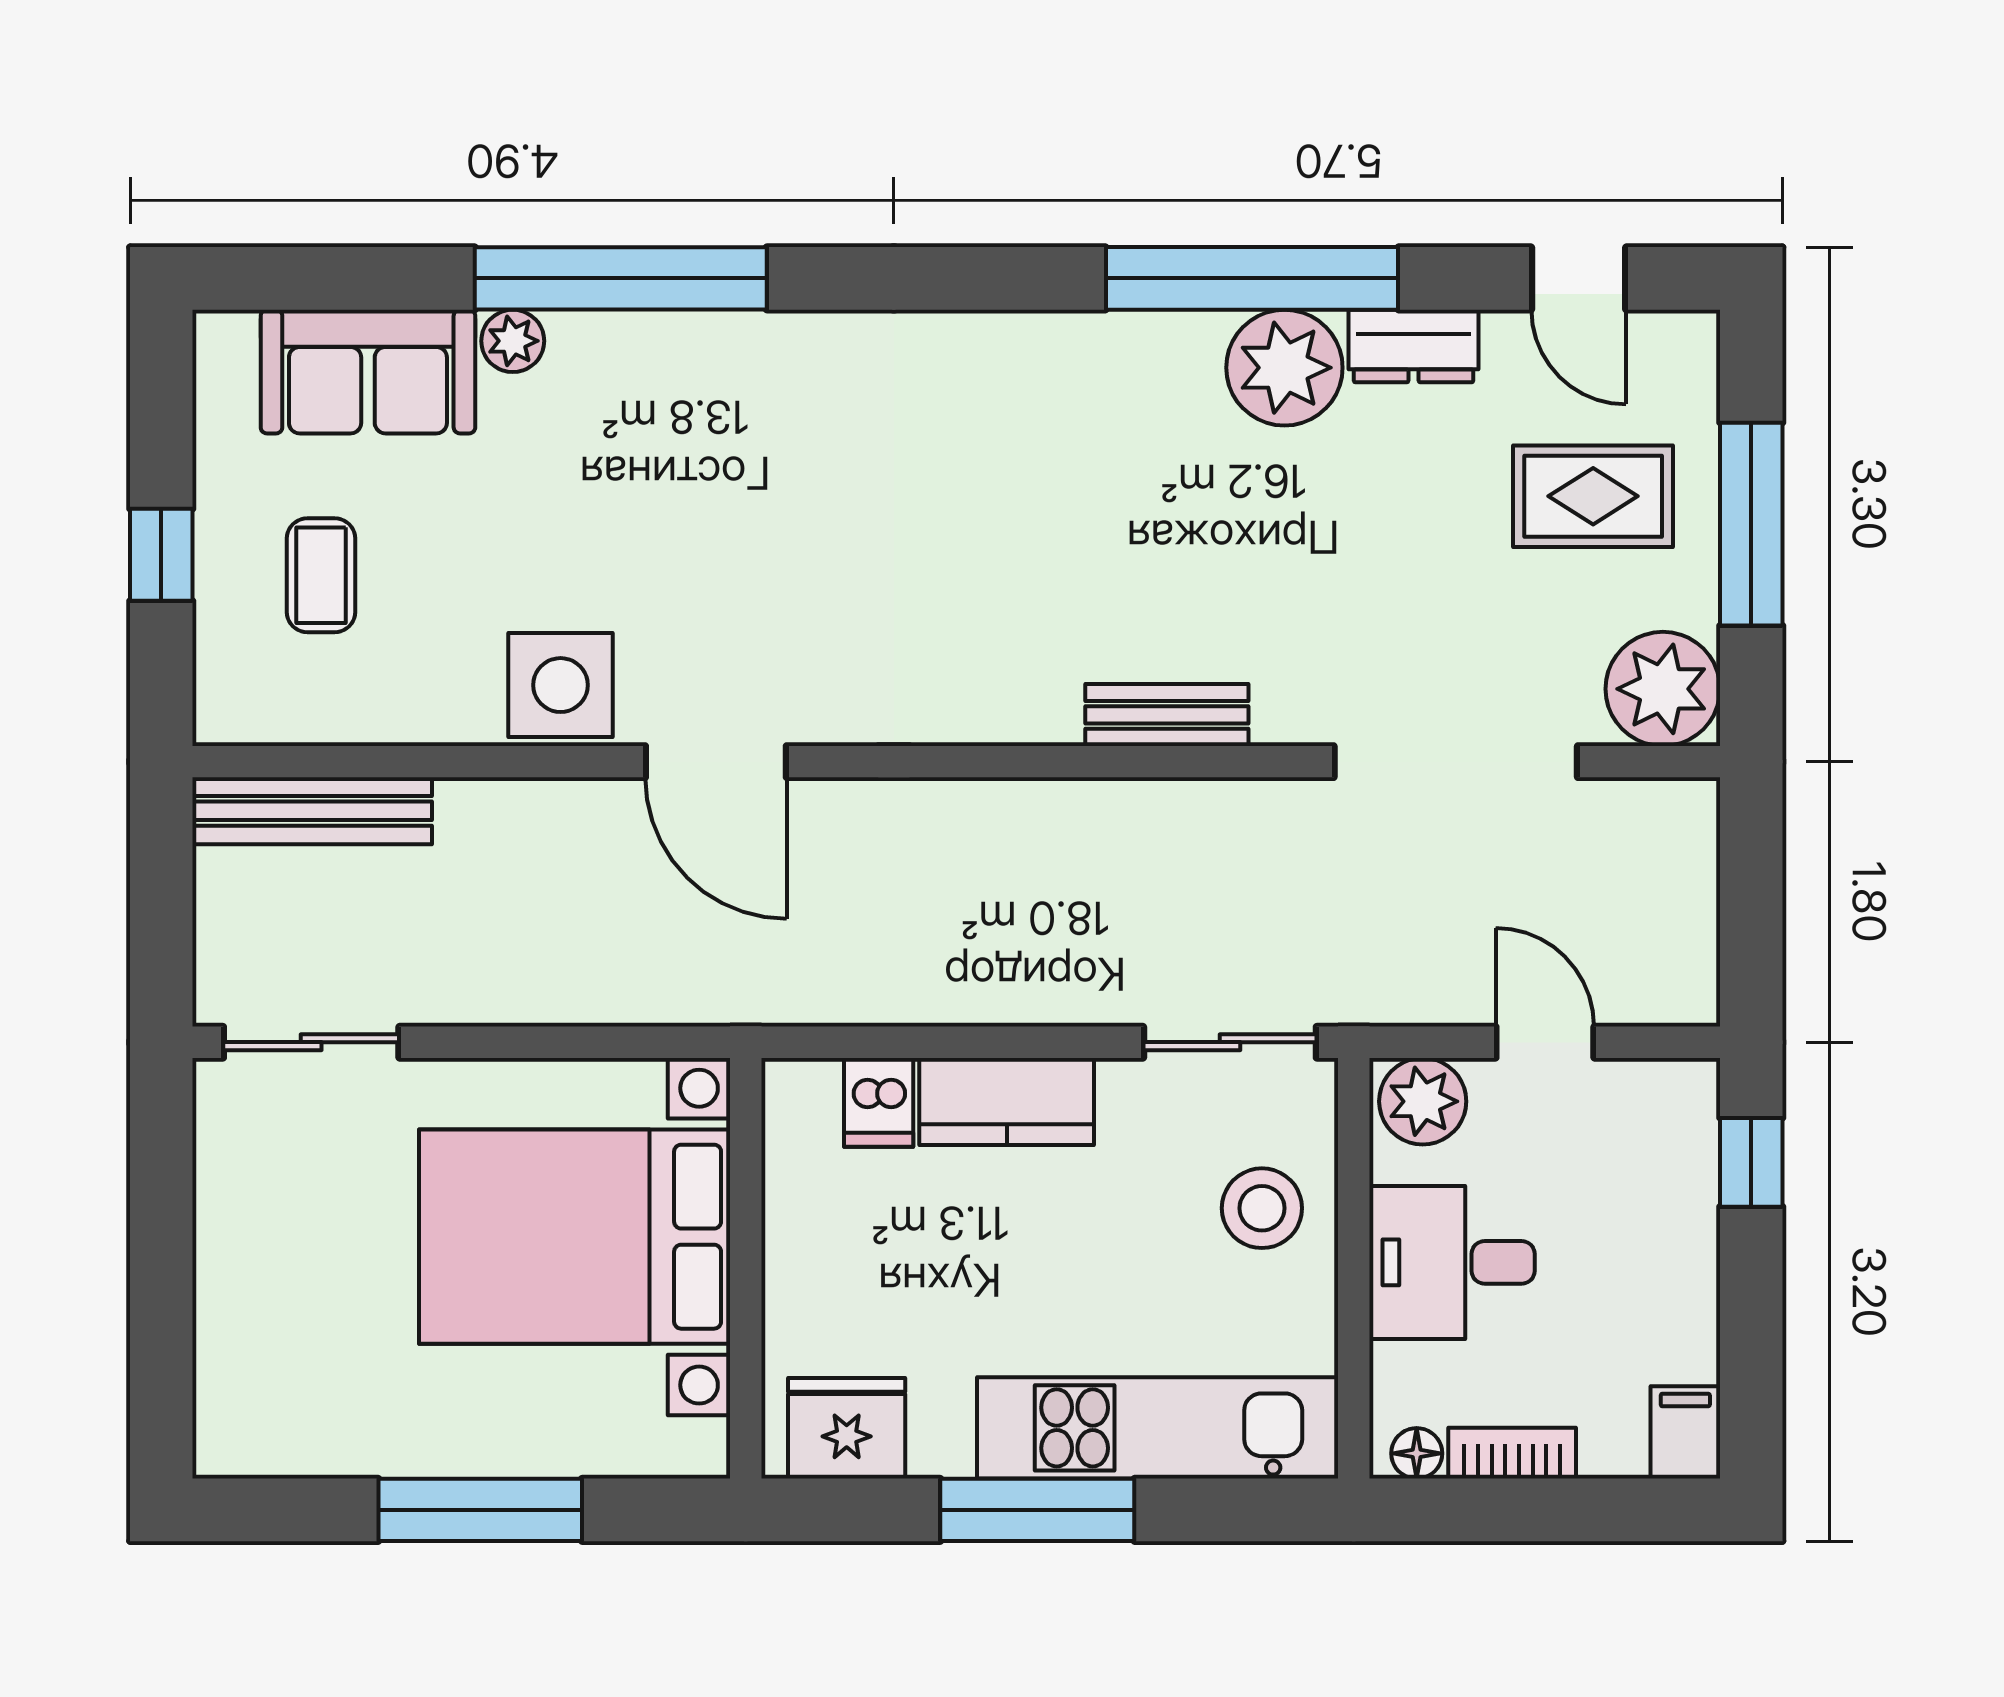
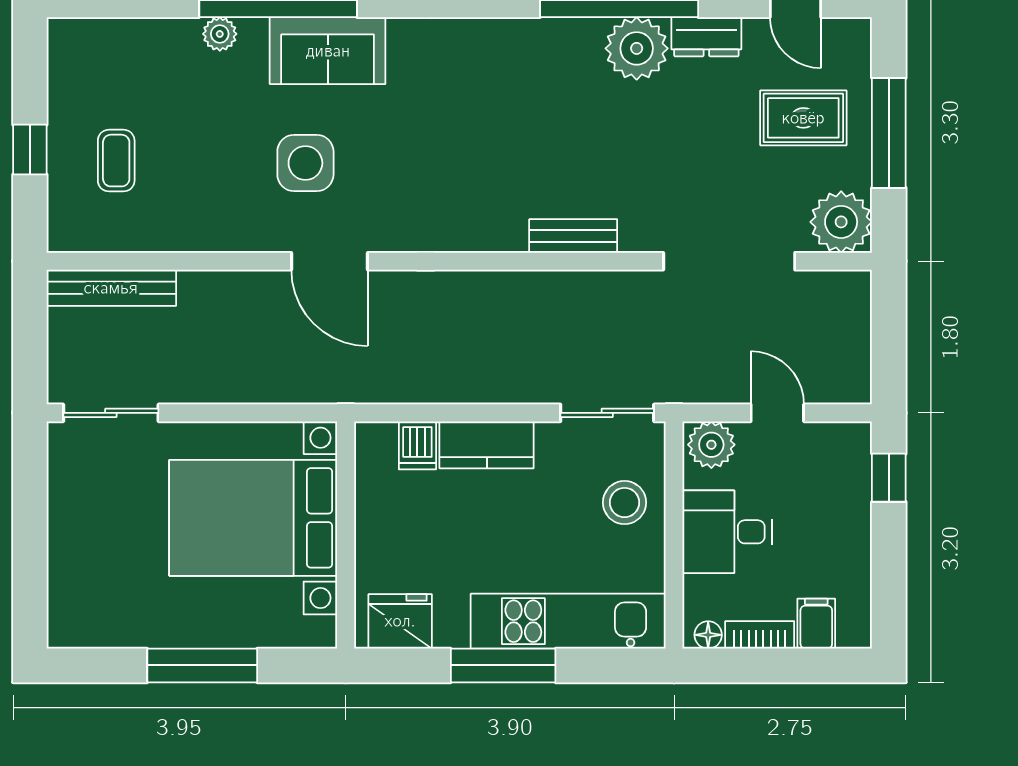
sofa: (368, 372) -> (328, 51), moved
side table: (561, 685) -> (305, 163), moved
filing cabinet: (1685, 1432) -> (816, 624), moved

